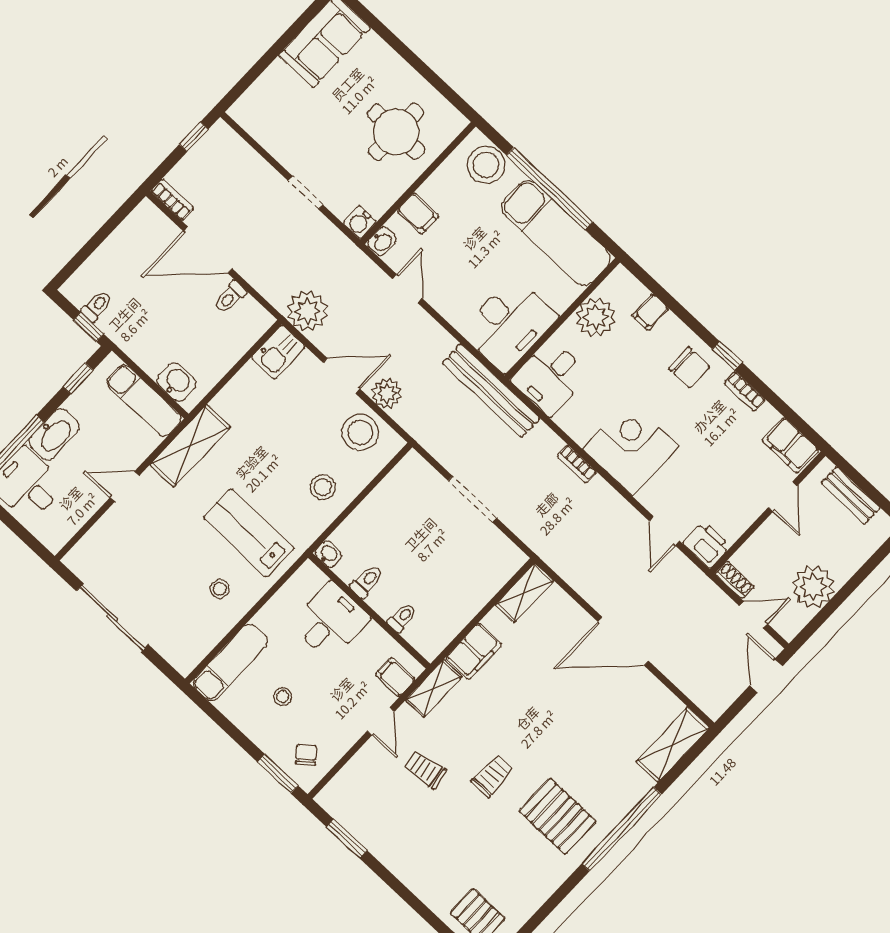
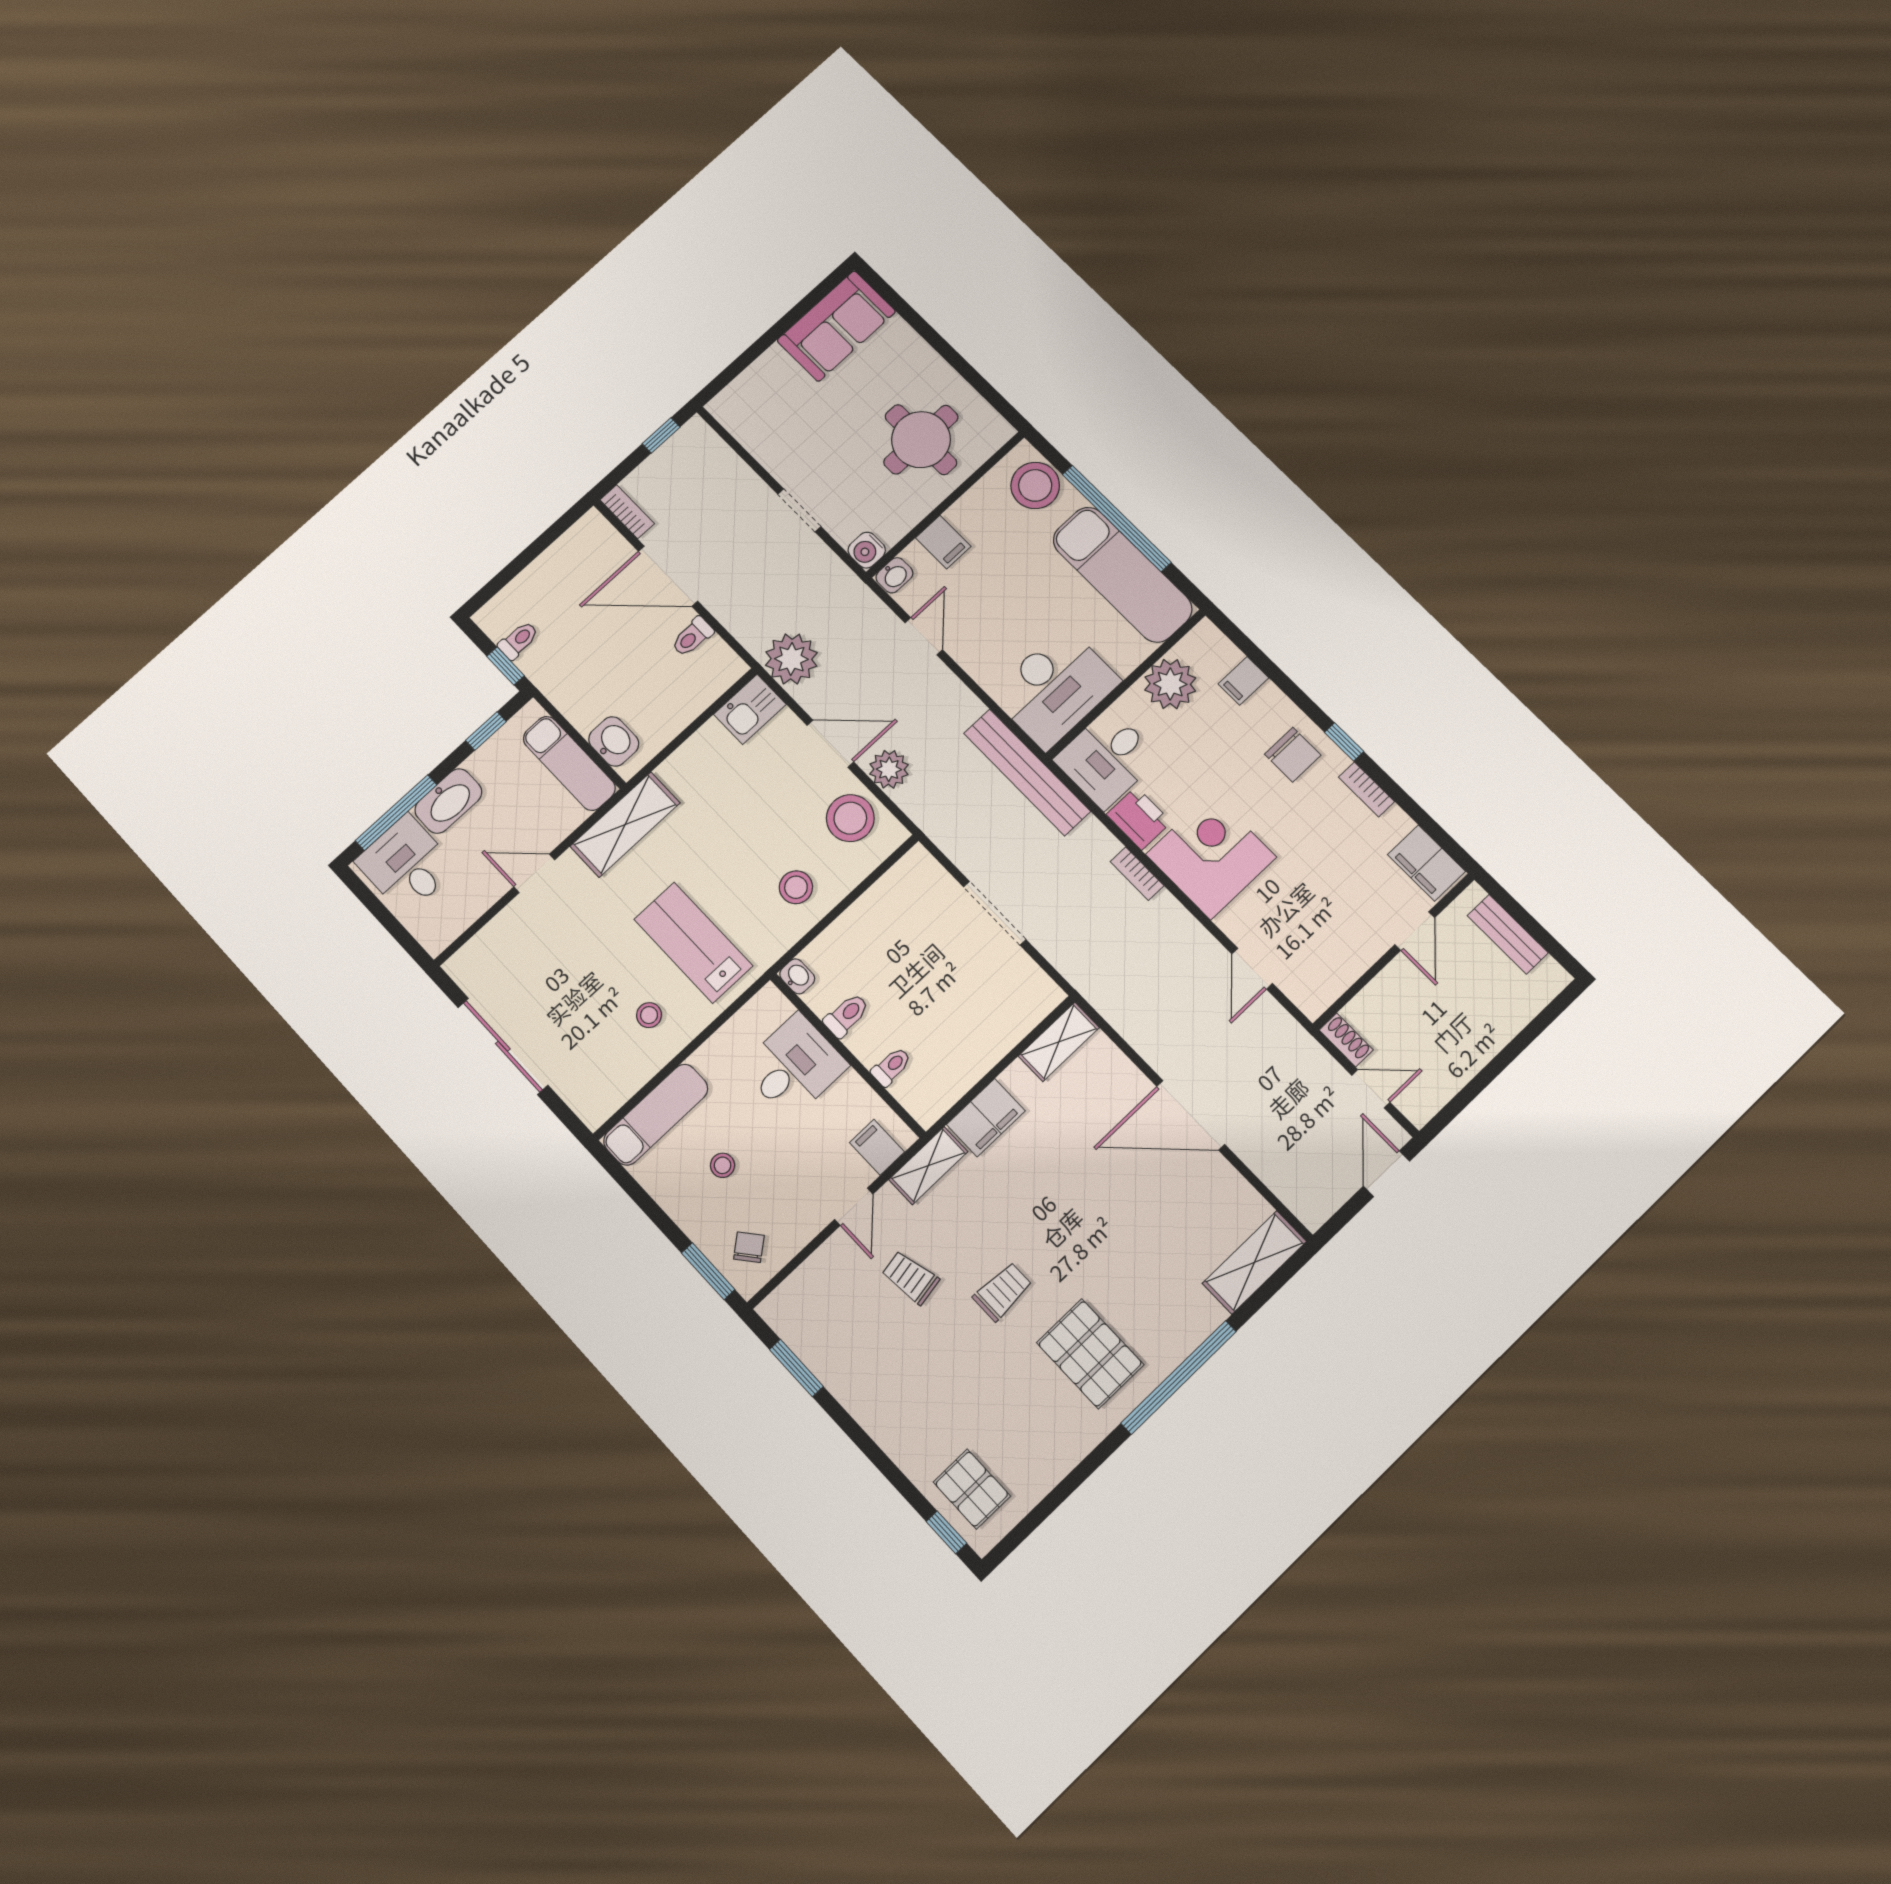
printer: (707, 545) -> (1139, 818), moved
plant: (813, 587) -> (1454, 1055), removed

